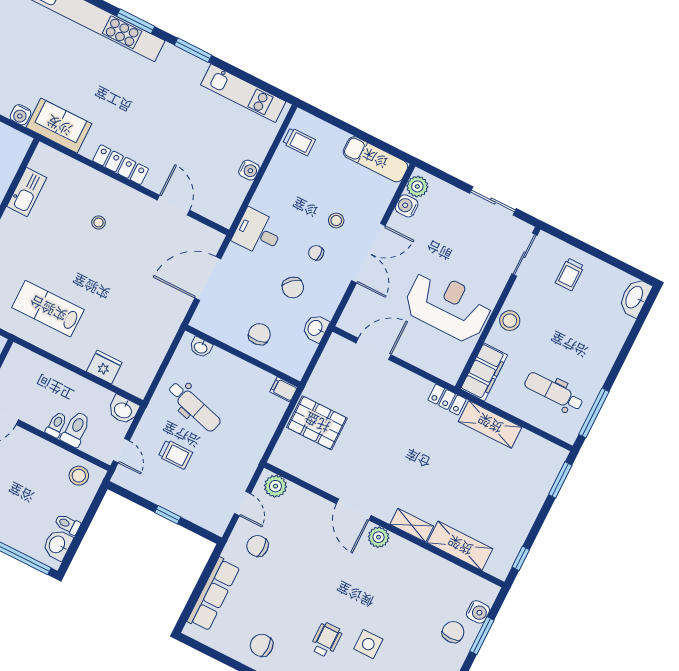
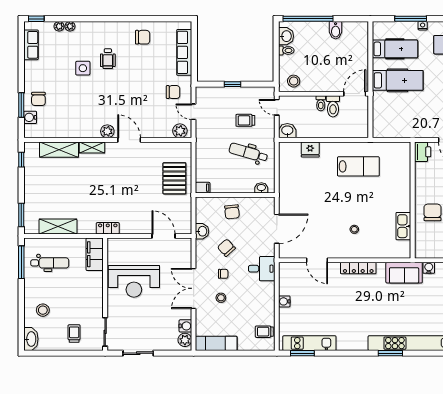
window: (193, 50) -> (302, 353), moved
stool: (510, 321) -> (43, 310), moved
door: (373, 349) -> (164, 236), swing flipped
pallet: (317, 423) -> (174, 178), turned 90
shelving: (490, 424) -> (58, 227), moved
toilet: (76, 429) -> (333, 106), moved

